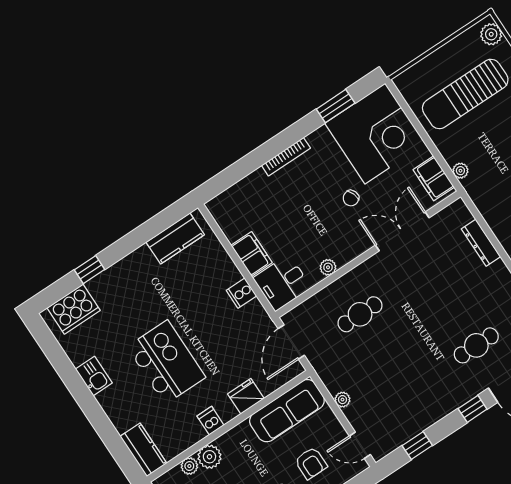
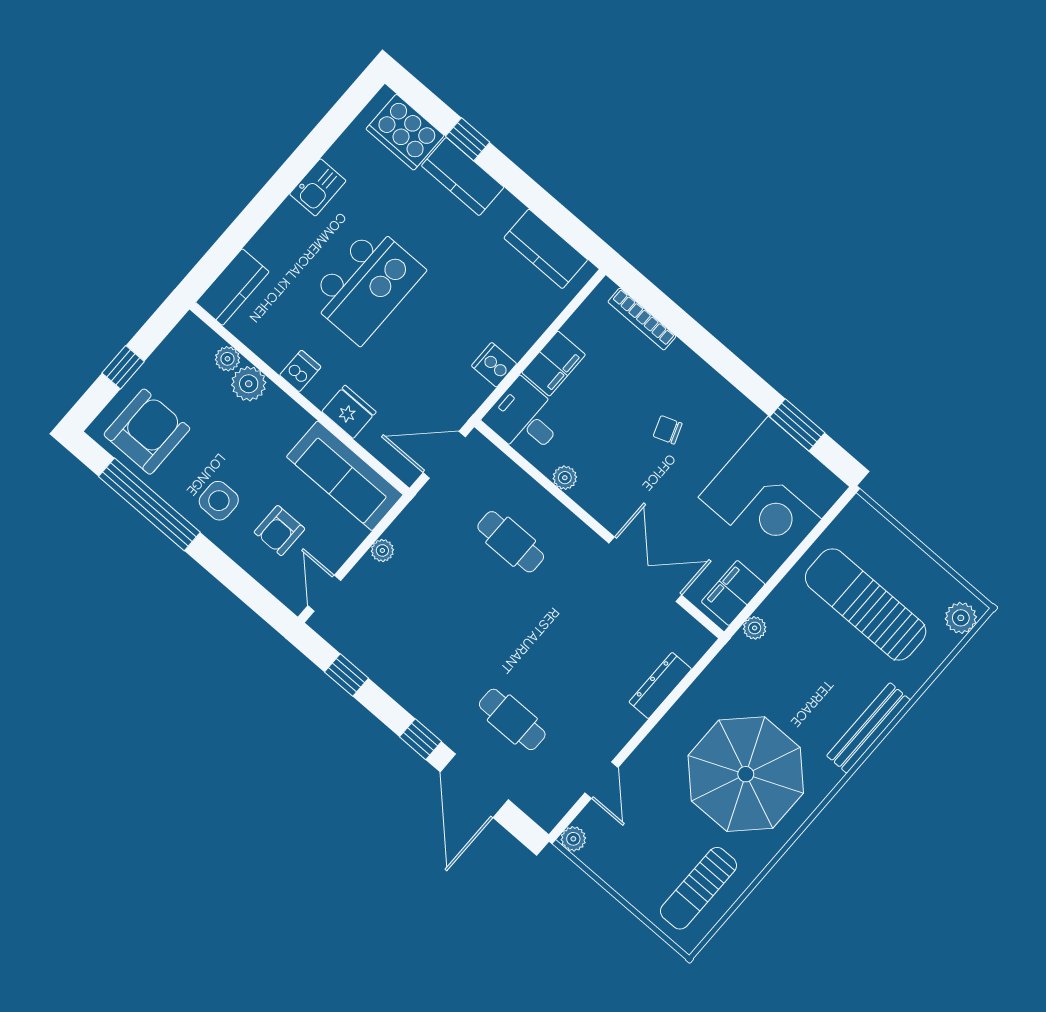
bookcase: (286, 157) -> (642, 319), moved
chair: (351, 198) -> (668, 430), moved
kitchen counter: (113, 280) -> (463, 177), added

